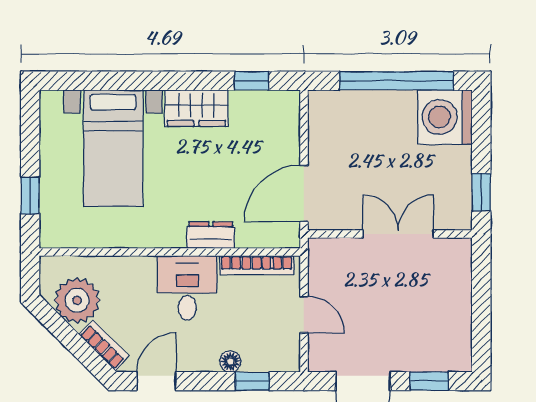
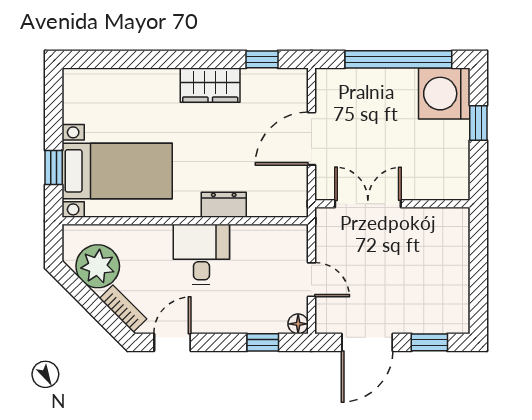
bed with nightstands: (113, 148) -> (117, 171), moved, turned -90
window: (481, 192) -> (478, 123), moved
door: (304, 194) -> (311, 139), moved
double door: (398, 234) -> (368, 204), moved
bookcase: (257, 265) -> (267, 233), removed
floor lamp: (230, 361) -> (298, 324), moved

